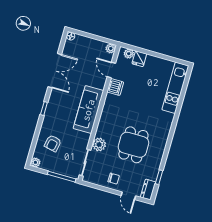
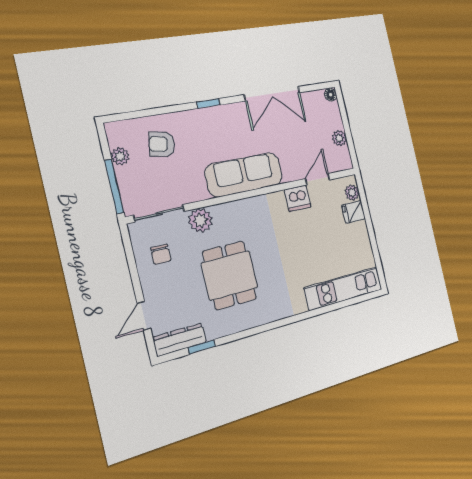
plant: (111, 48) -> (339, 138), moved
dining table: (133, 145) -> (230, 275), turned 90
plant: (35, 162) -> (120, 156), moved
chair: (114, 179) -> (161, 254), moved
dresser: (148, 190) -> (180, 340), width x1.44

